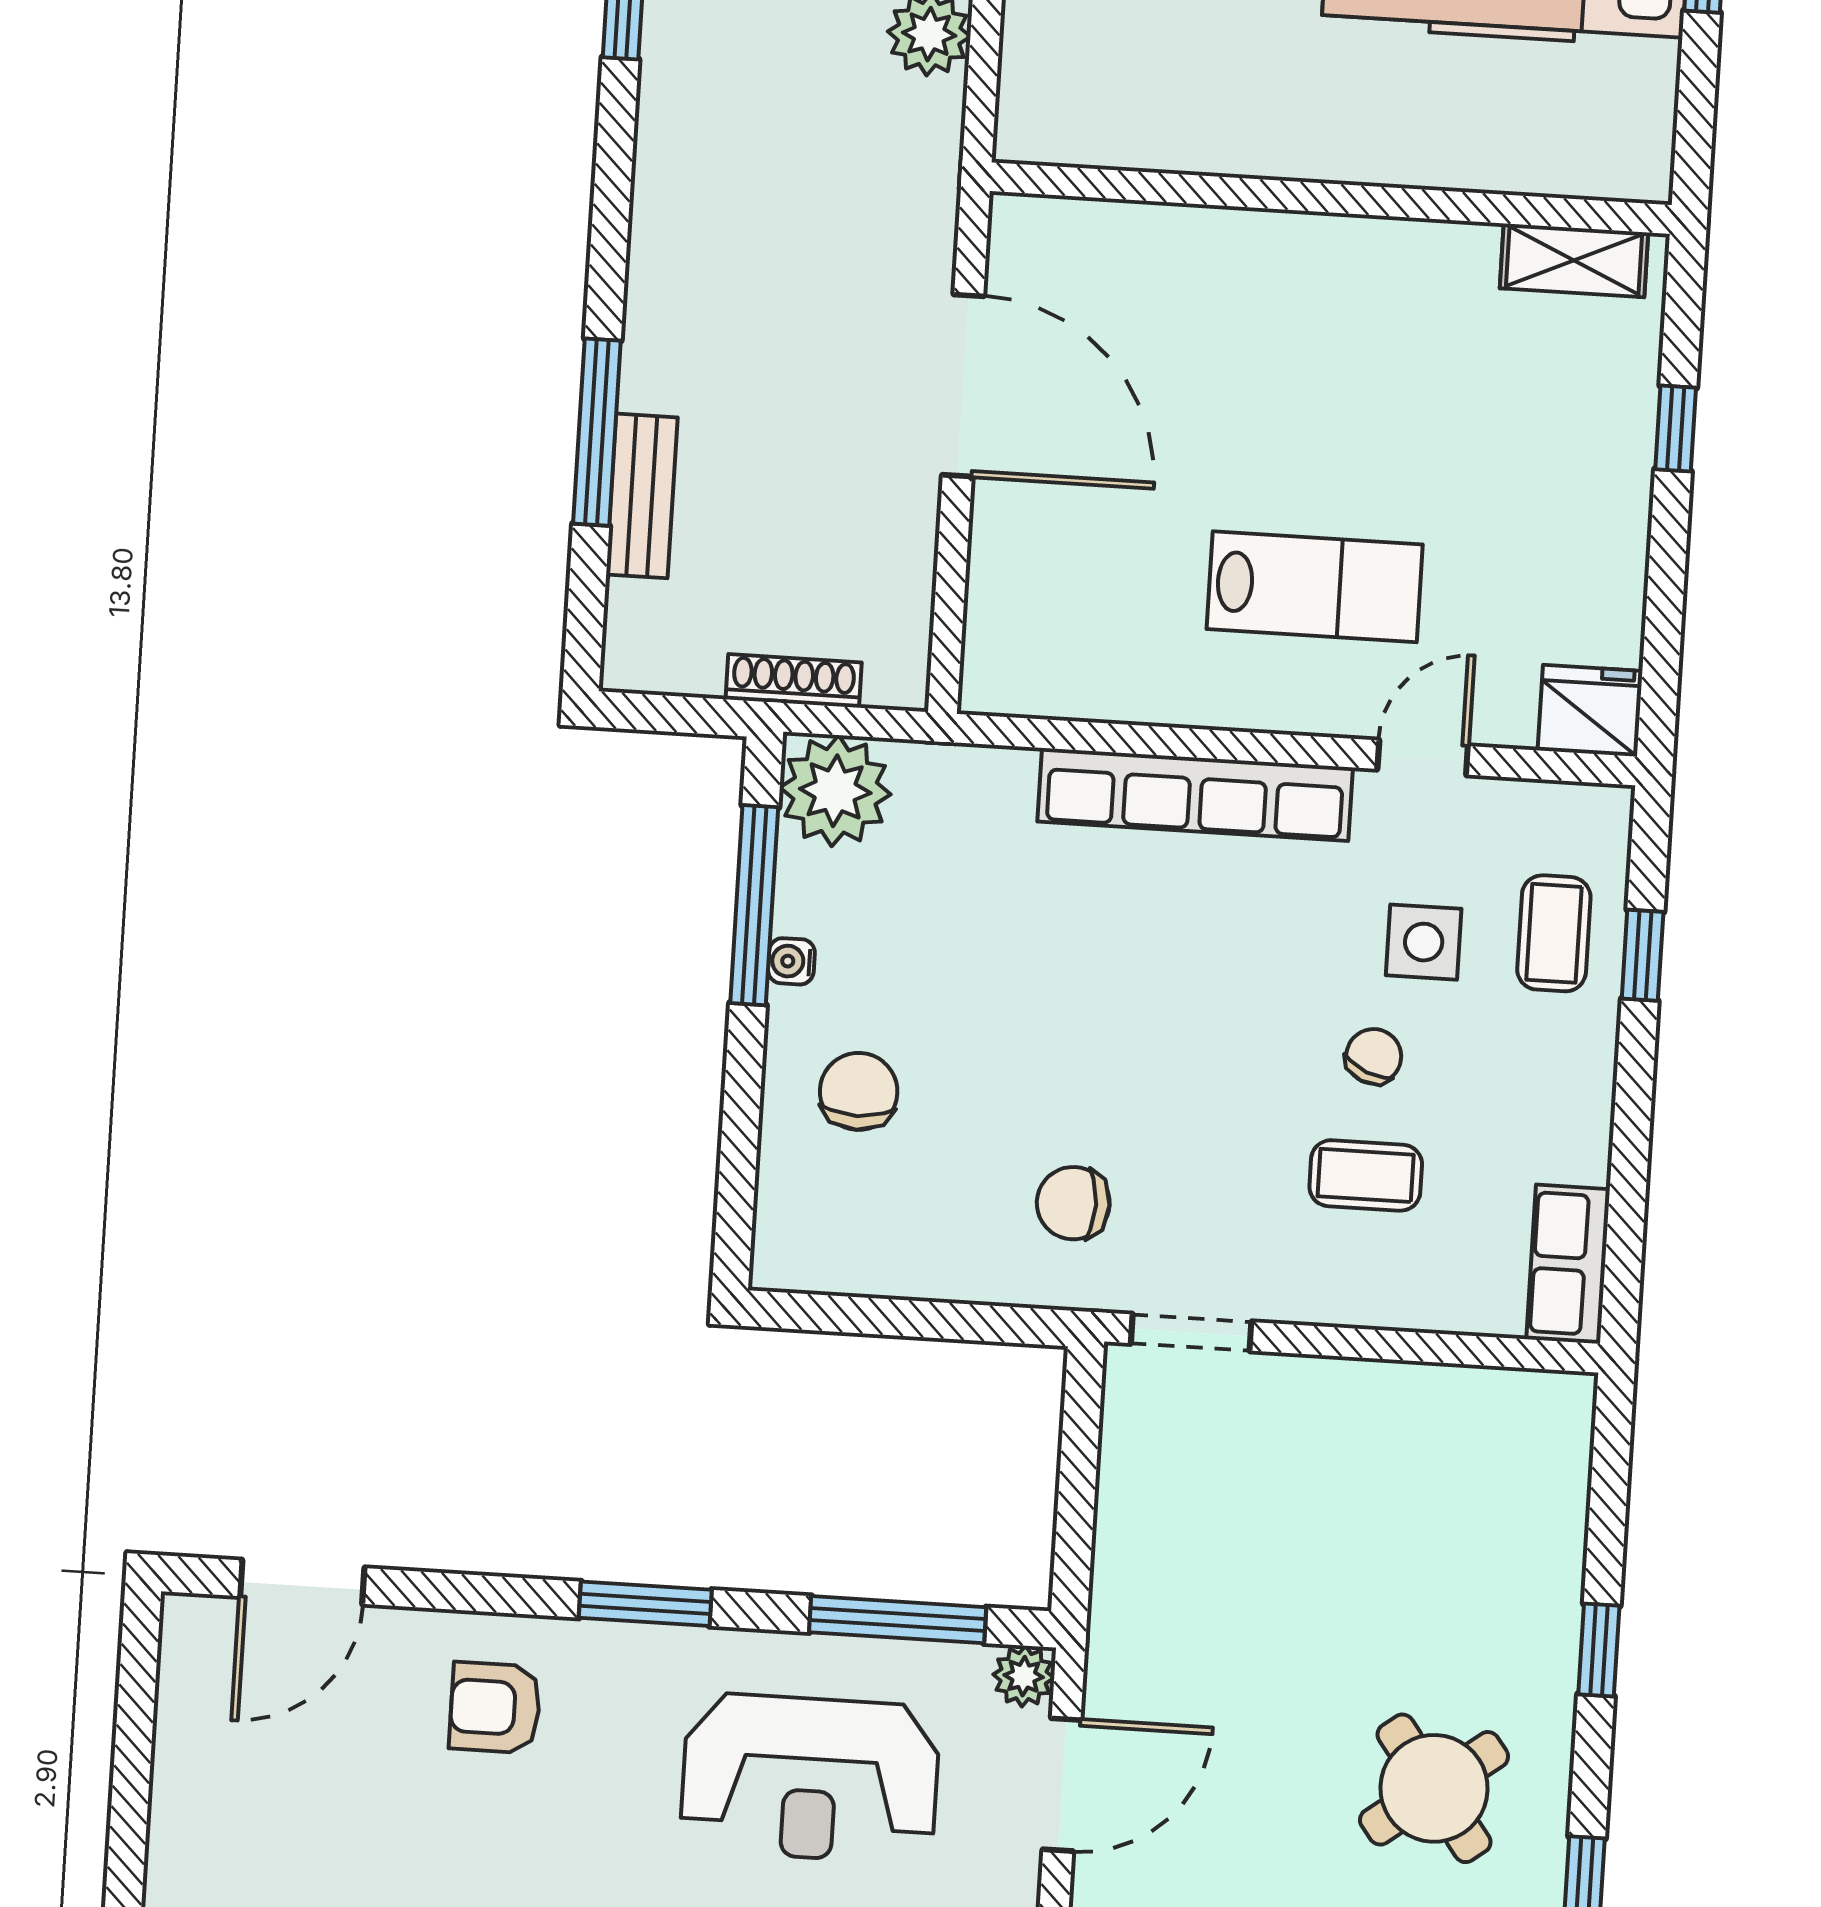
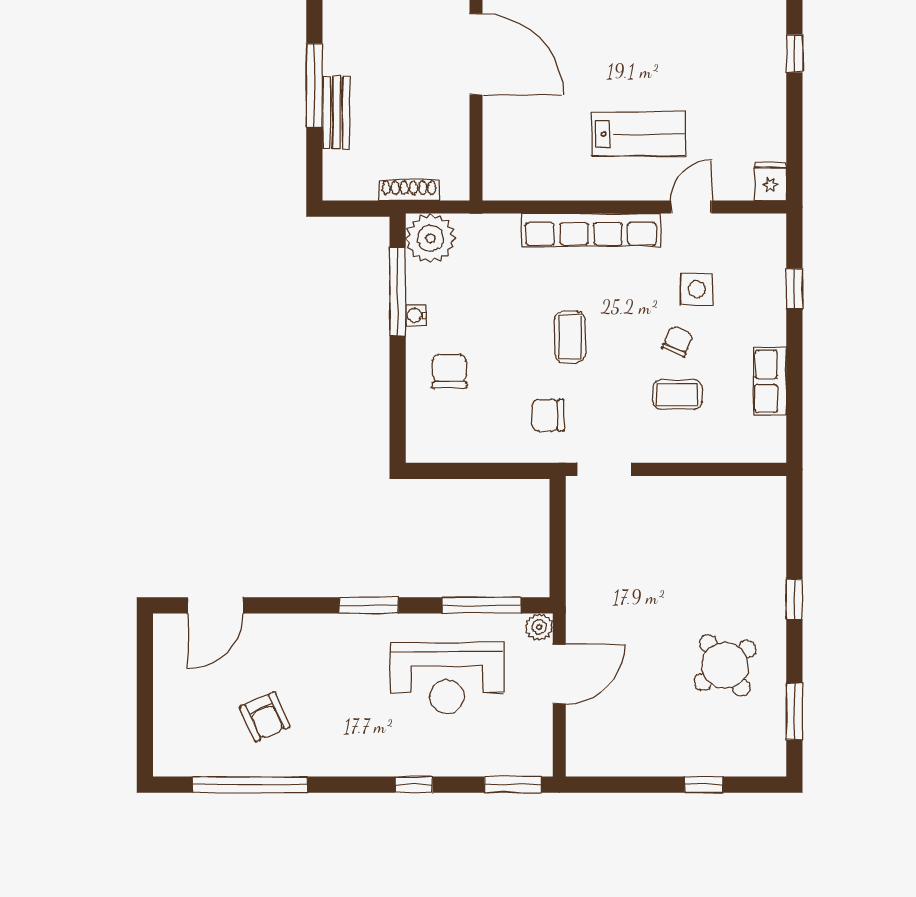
fridge: (1590, 711) -> (770, 181), width x0.72
coffee table: (1554, 933) -> (570, 337), moved
row of seats: (1568, 1264) -> (770, 381), moved
armchair: (495, 1708) -> (265, 717), moved, turned -114

